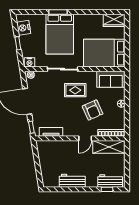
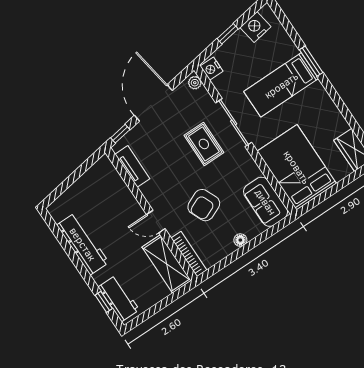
bed: (60, 34) -> (281, 85), width x0.67
rug: (75, 90) -> (204, 144), moved
workbench: (72, 181) -> (83, 244), width x1.37

